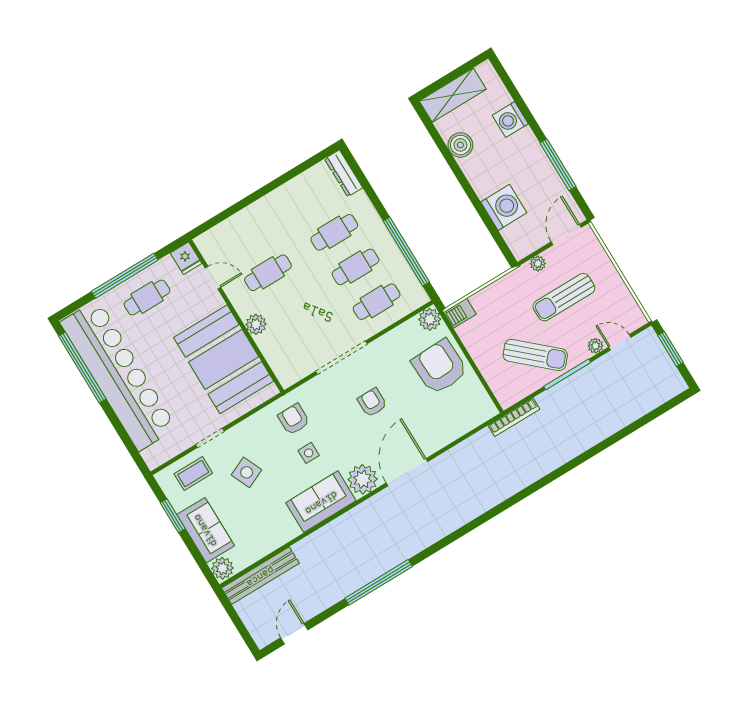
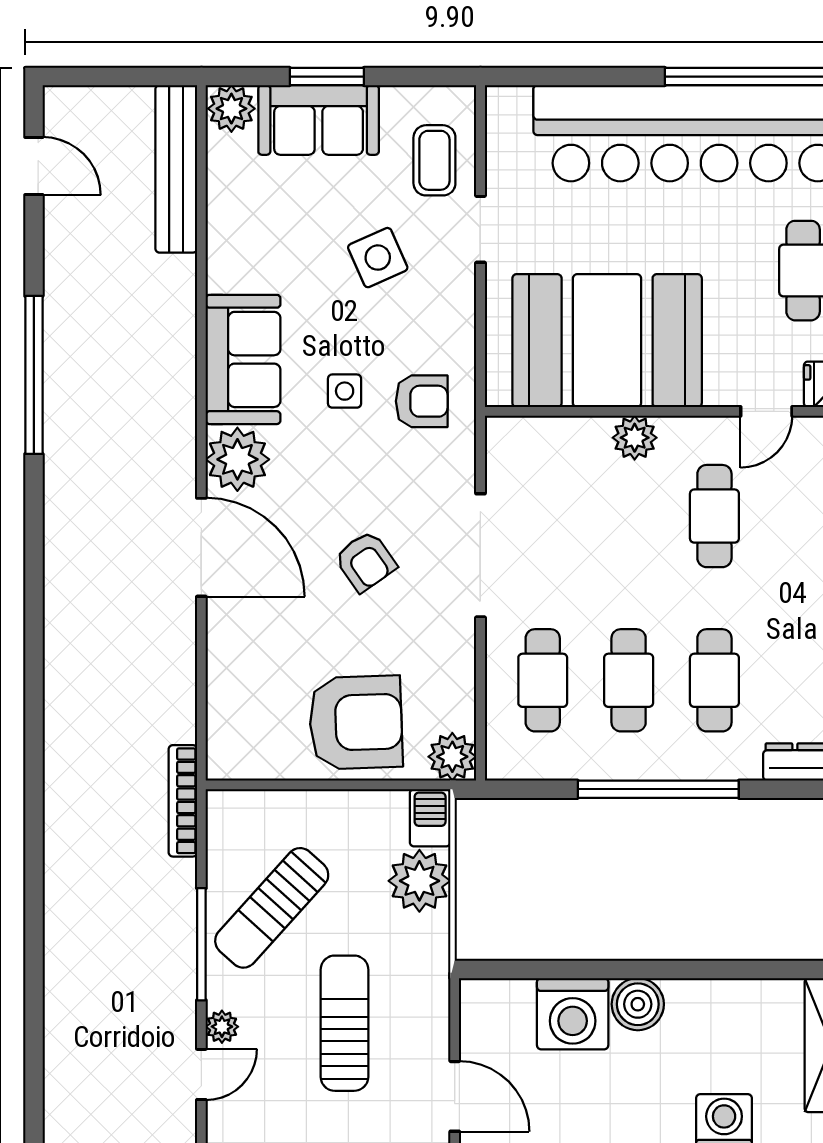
boiler: (460, 145) -> (638, 1004), moved
window: (406, 251) -> (658, 789), moved
plant: (538, 264) -> (419, 881), moved, width x1.88, depth x1.88
armchair: (372, 402) -> (366, 561), turned 55
window: (173, 516) -> (327, 77), moved

